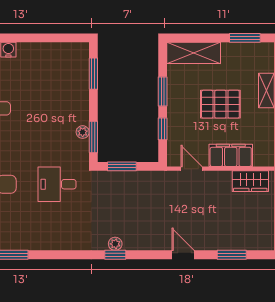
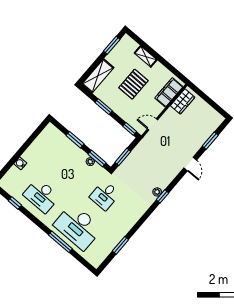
window: (93, 74) -> (75, 140), moved
window: (163, 129) -> (130, 129), moved
filing cabinet: (231, 155) -> (169, 92), moved
door: (183, 255) -> (190, 164), swing flipped

